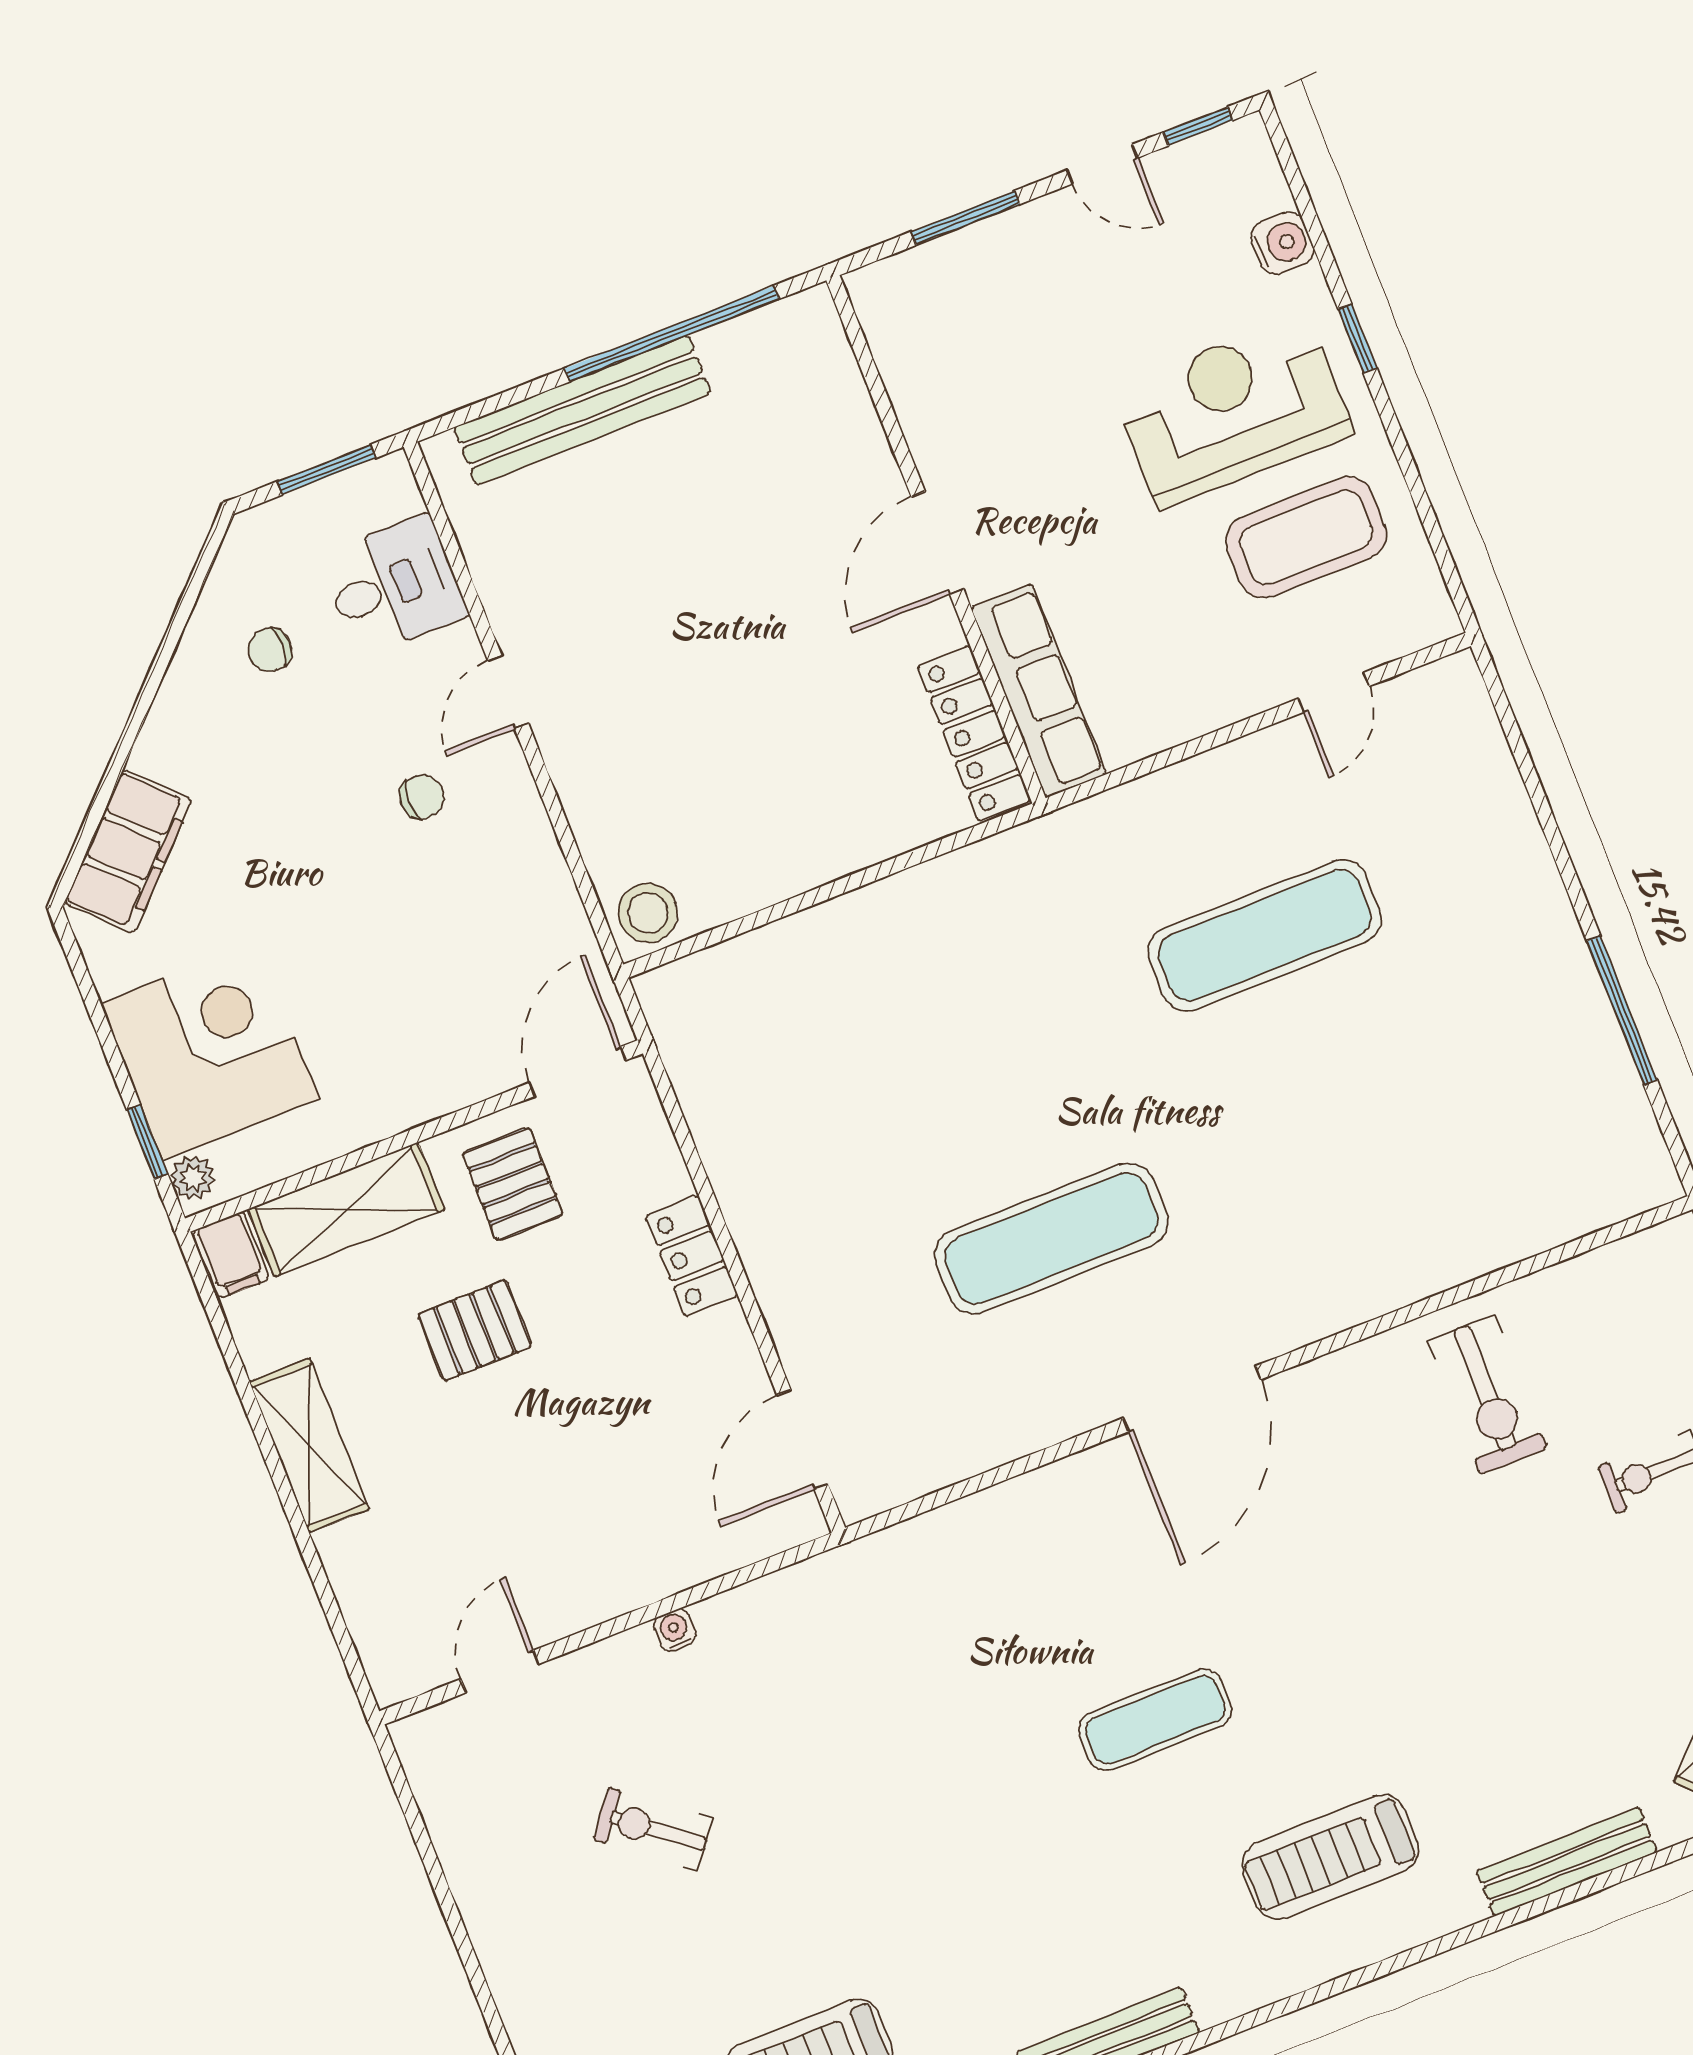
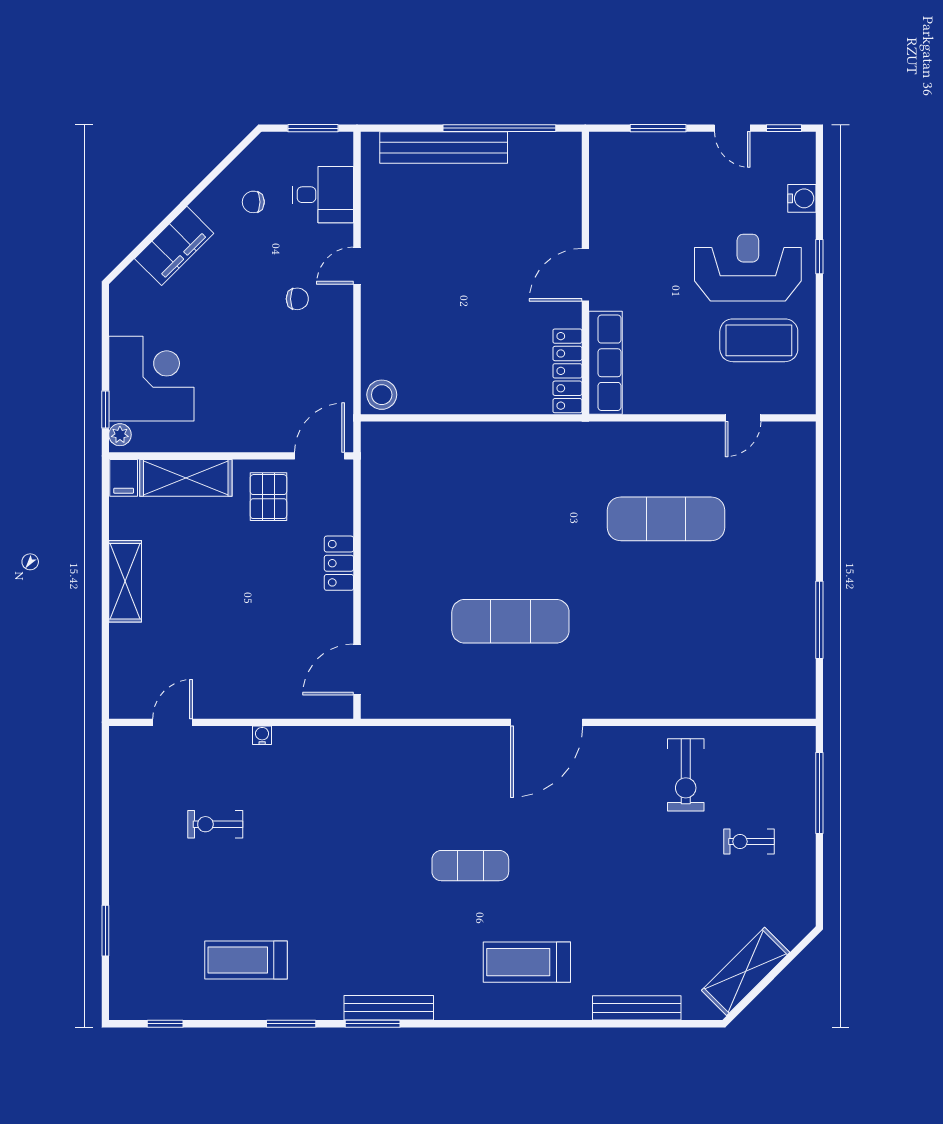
filing cabinet: (128, 851) -> (174, 246), moved
pallet: (475, 1330) -> (224, 558), removed
exercise bike: (653, 1829) -> (215, 824), turned -38

